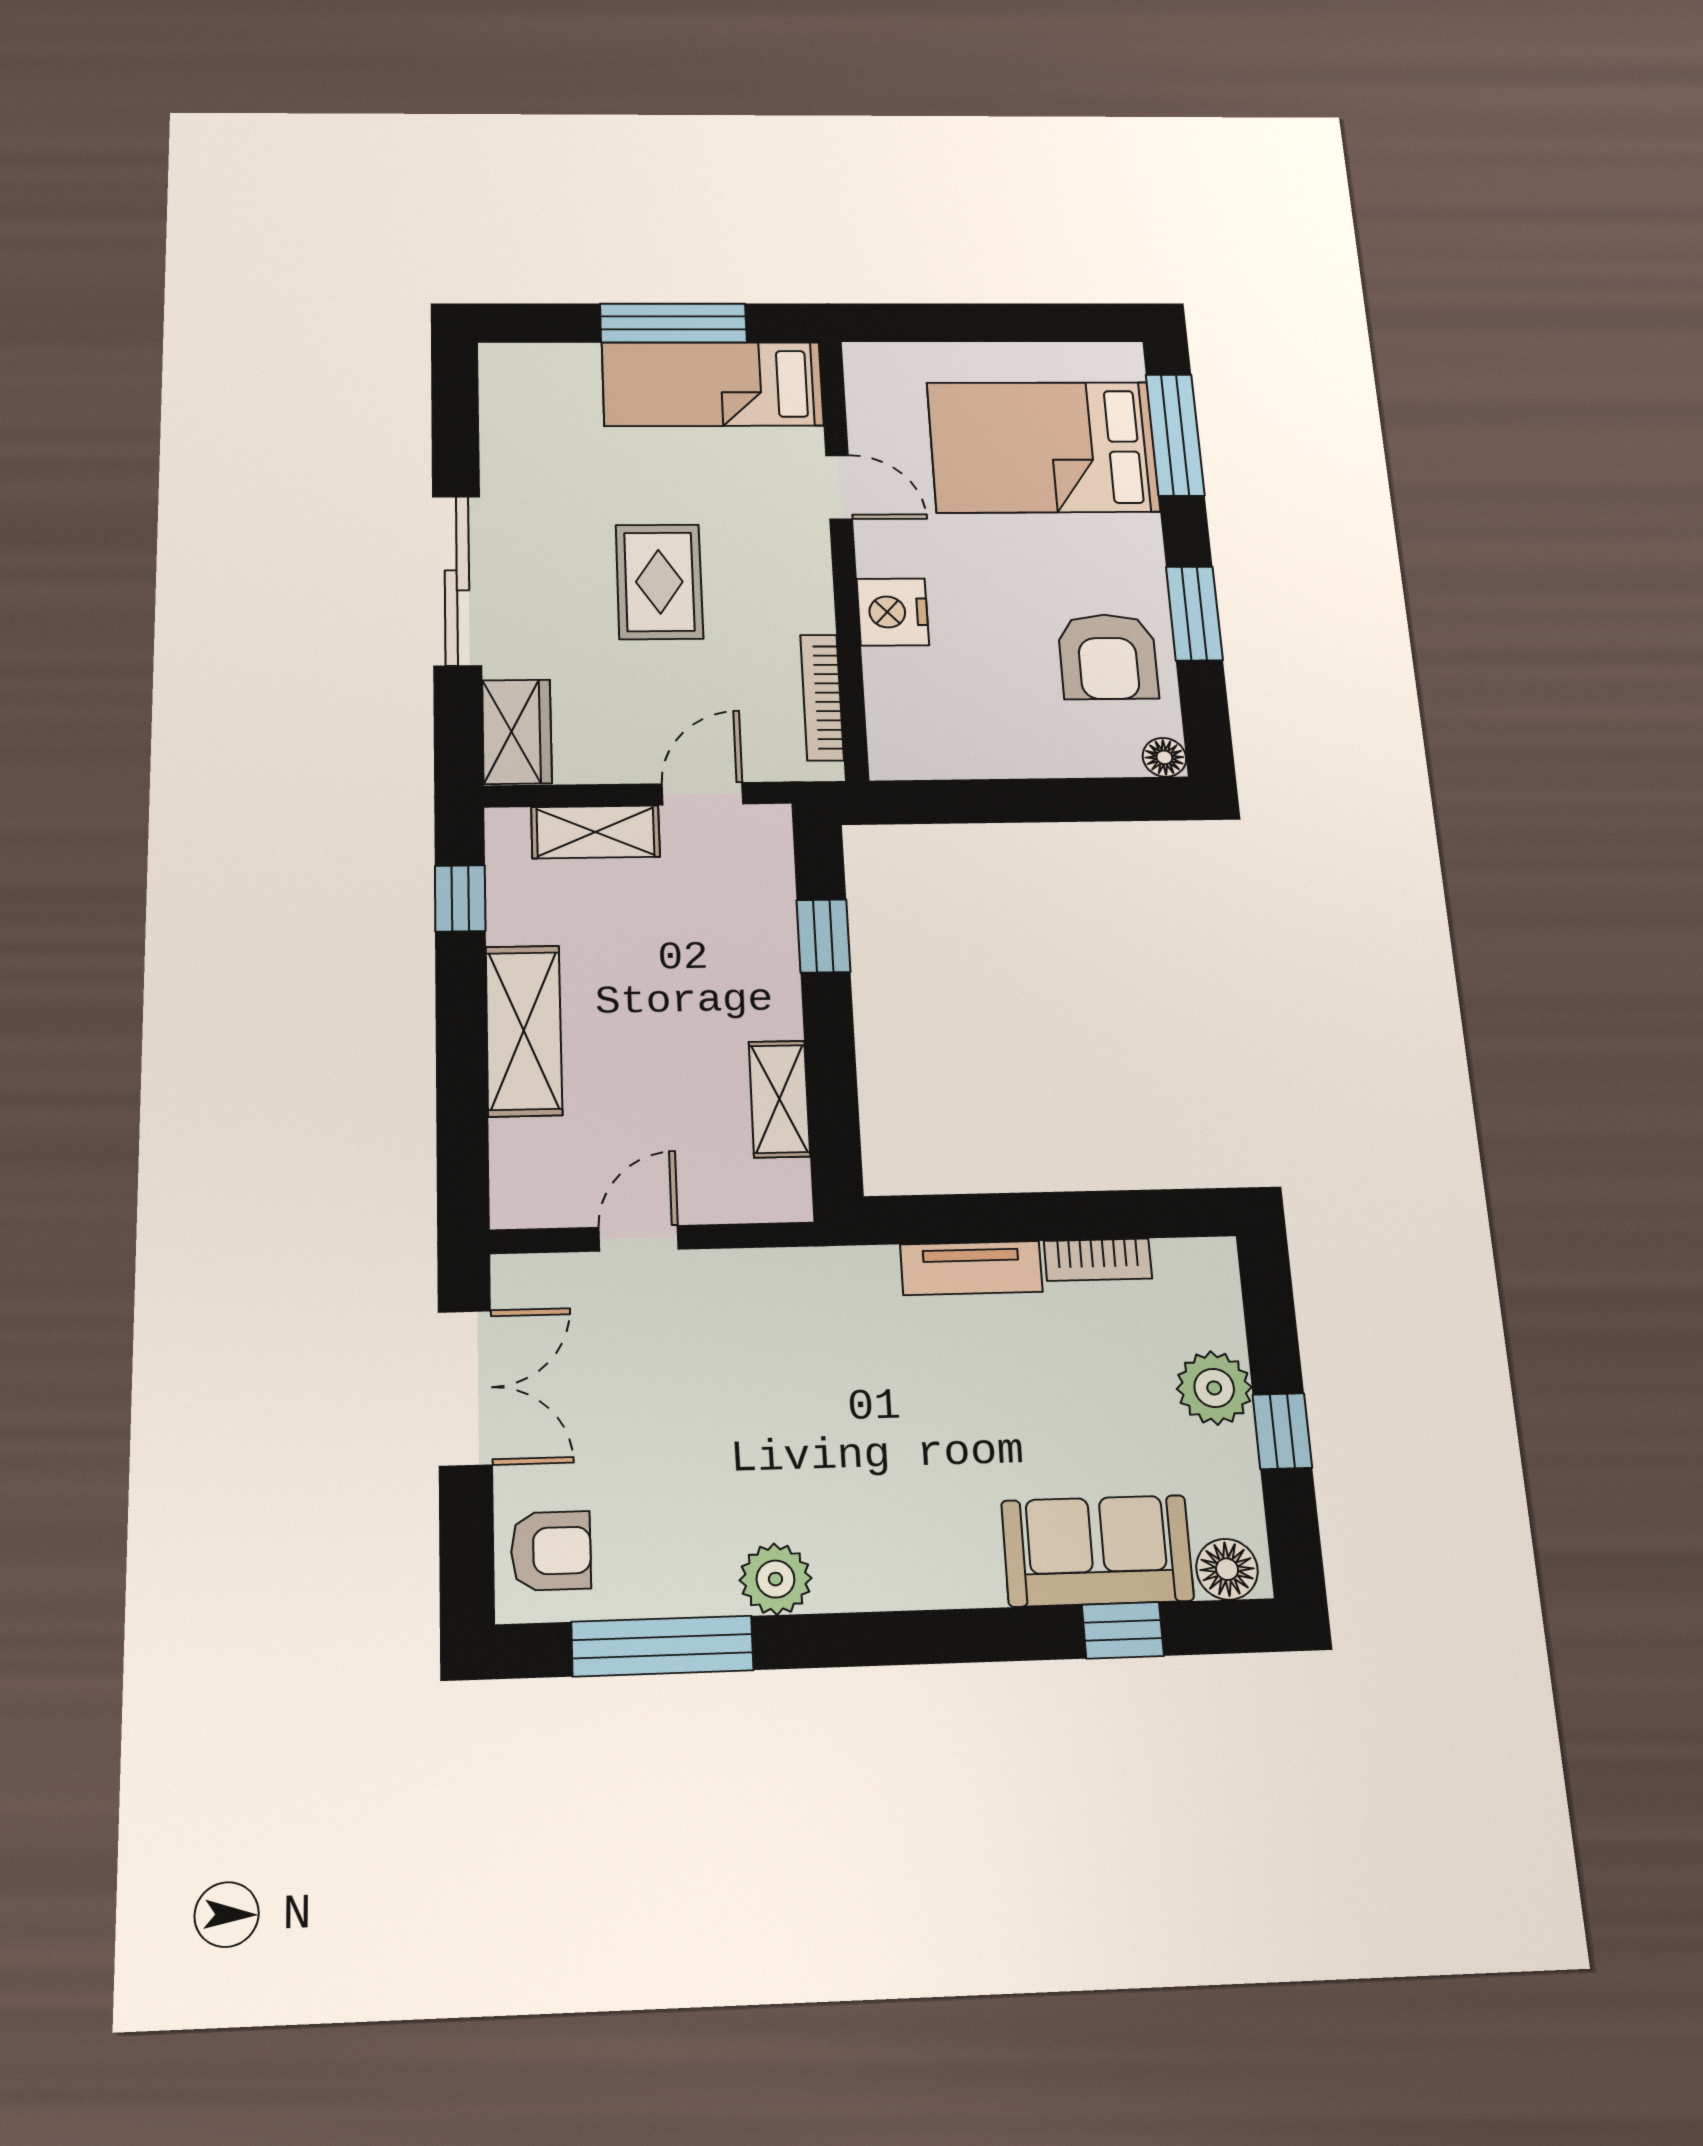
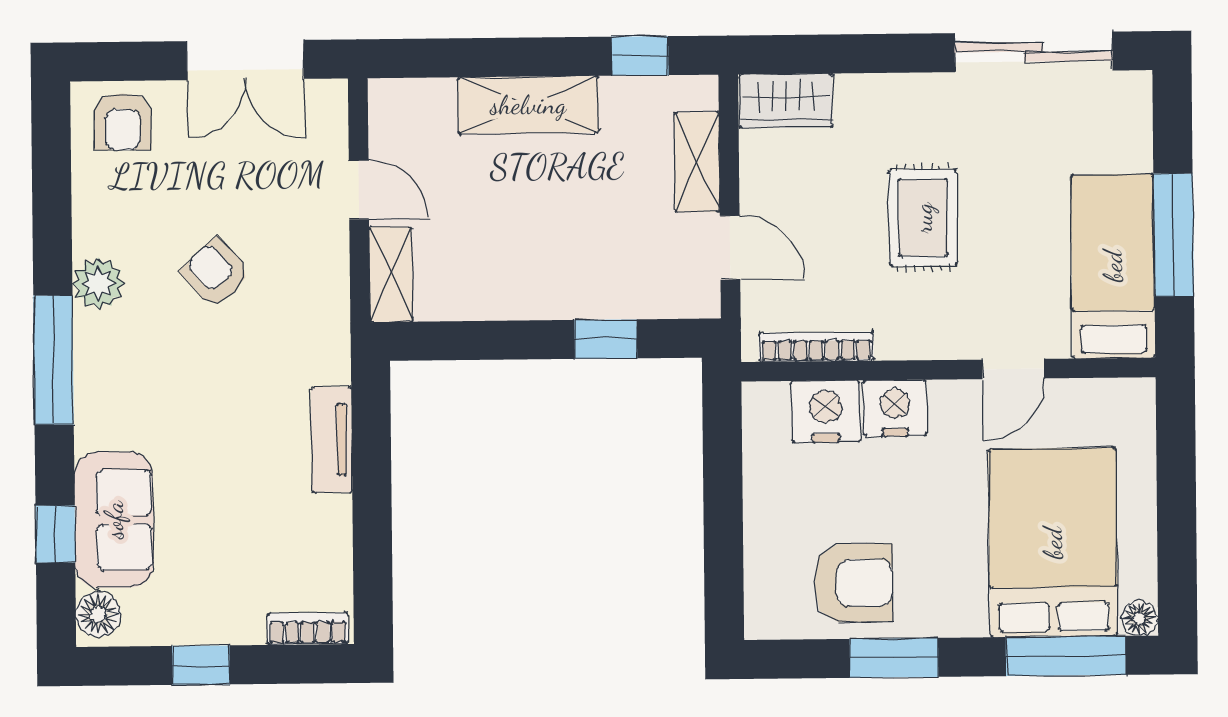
sliding door: (457, 580) -> (1034, 52), moved
rug: (659, 582) -> (923, 218), turned 90
armchair: (1108, 657) -> (854, 583), turned 180
nightstand: (901, 687) -> (826, 411), added
floor lamp: (1164, 757) -> (1139, 618), moved
shelving: (779, 1099) -> (391, 274), moved, turned 90
bookcase: (1098, 1260) -> (308, 629), moved, turned 90
plant: (1214, 1388) -> (235, 617), removed
armchair: (755, 1422) -> (215, 273), added
window: (662, 1646) -> (54, 360), moved

